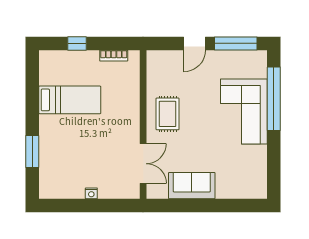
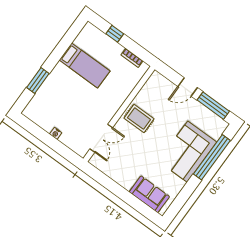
rug: (168, 114) -> (139, 119), turned 90
sofa: (192, 186) -> (149, 194), moved

